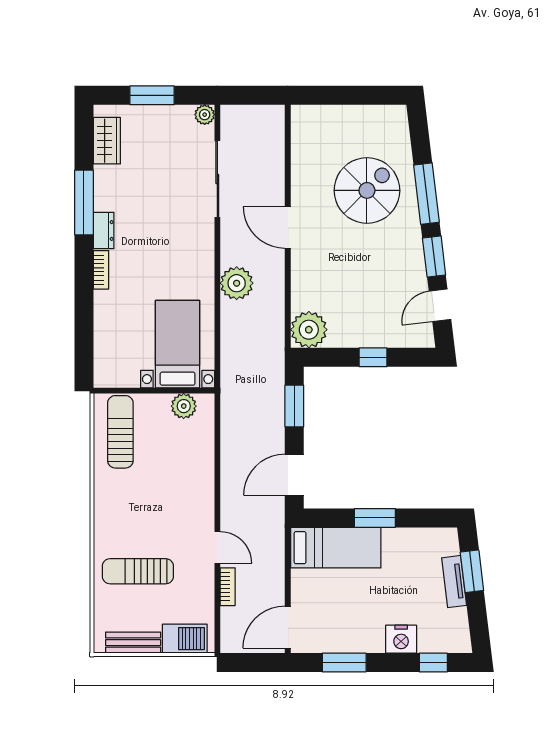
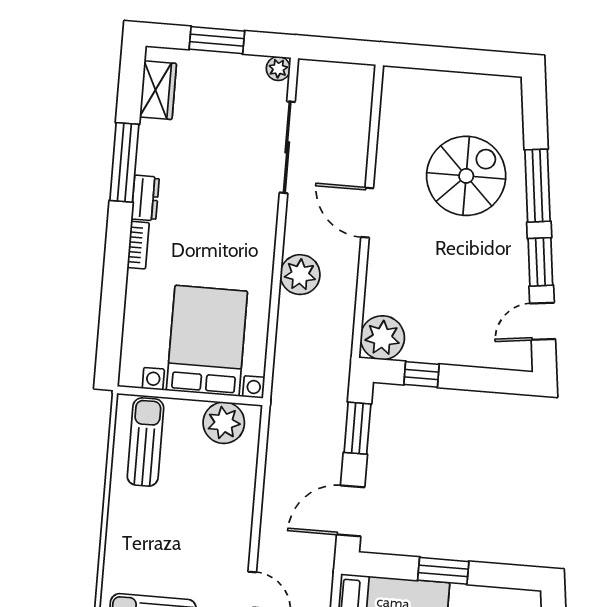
bed with nightstands: (178, 344) -> (207, 341), width x1.36
window: (373, 357) -> (421, 374), moved
plant: (184, 406) -> (224, 423), width x1.36, depth x1.36

